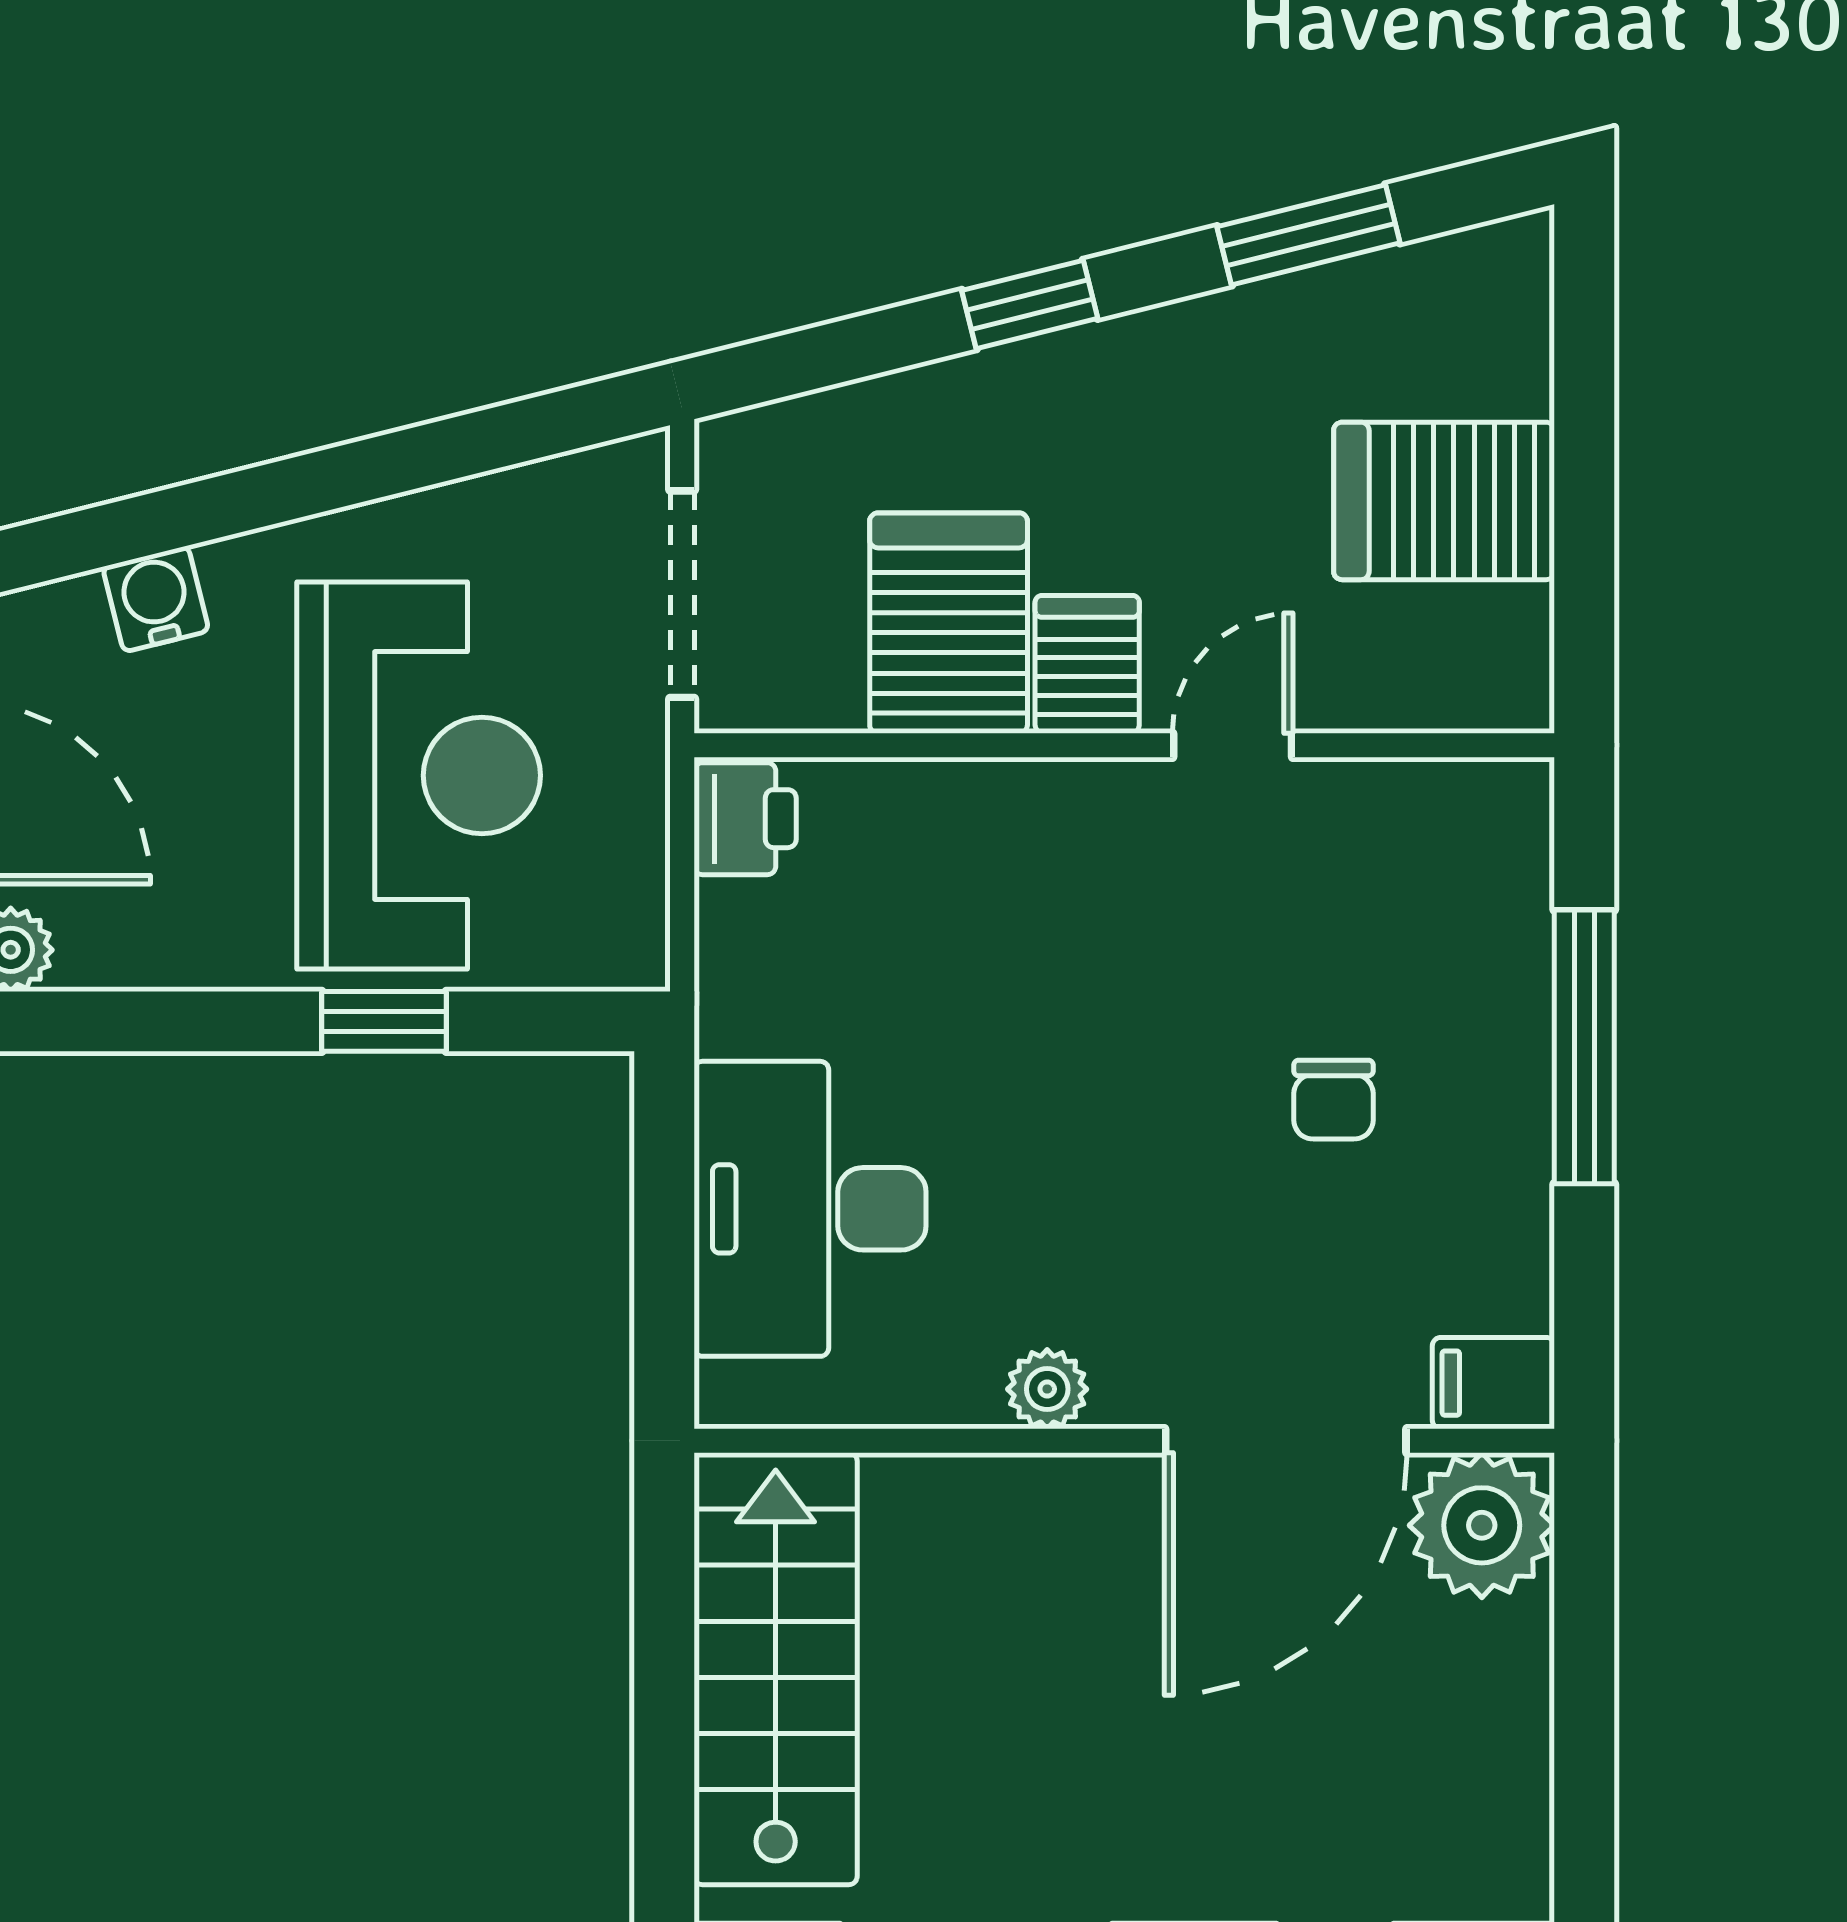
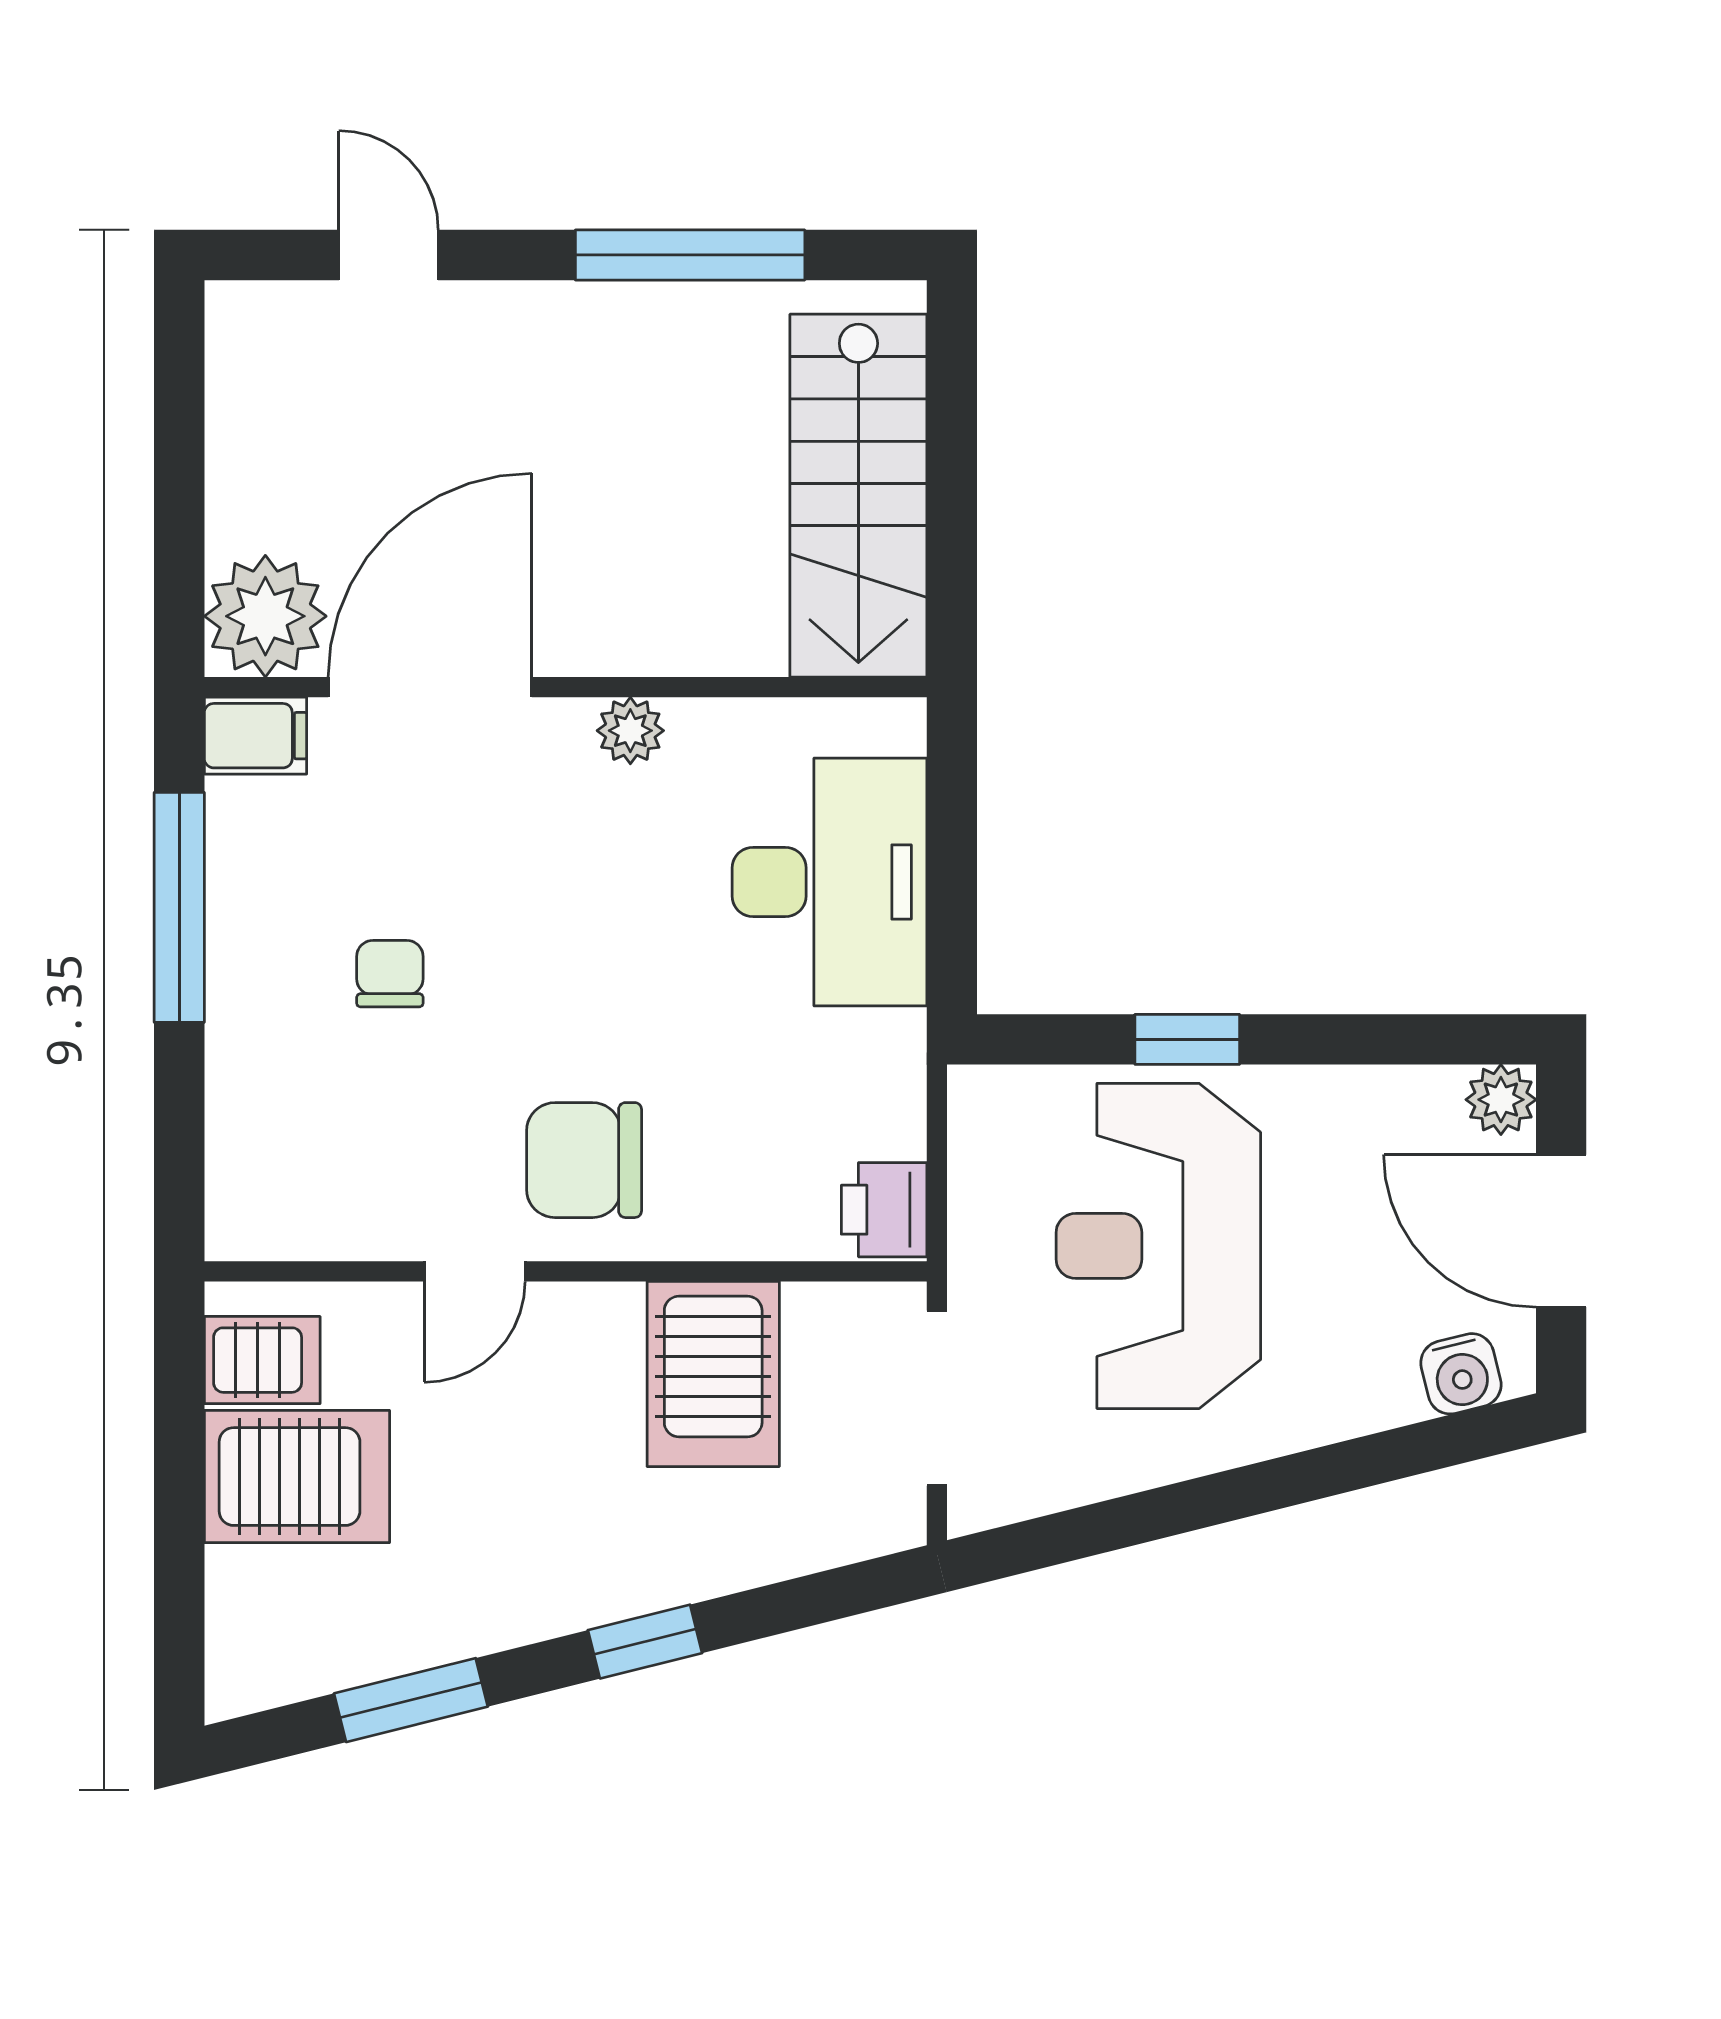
water cooler: (156, 599) -> (1461, 1374), moved
server rack: (1087, 664) -> (262, 1360), moved, turned -90
chair: (1102, 878) -> (584, 1160), added
window: (1584, 1047) -> (179, 907), moved

